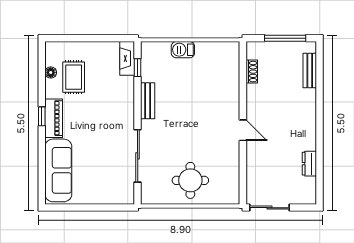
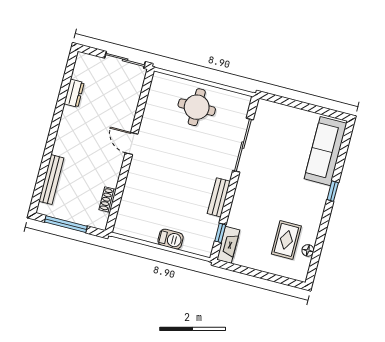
bench: (310, 70) -> (51, 180), width x1.36
window: (42, 116) -> (333, 191), moved
piano: (54, 118) -> (317, 204), removed

